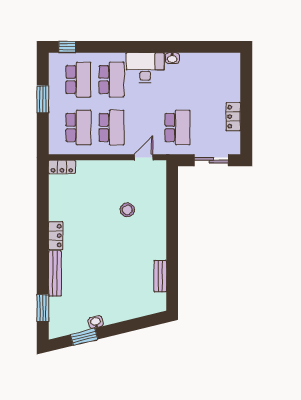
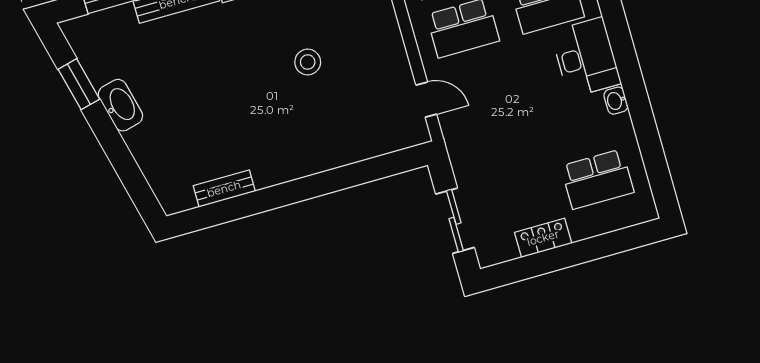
school desk: (178, 127) -> (597, 179), moved
stool: (127, 210) -> (308, 62), moved
washbasin: (96, 322) -> (120, 105), width x1.91, depth x1.45

